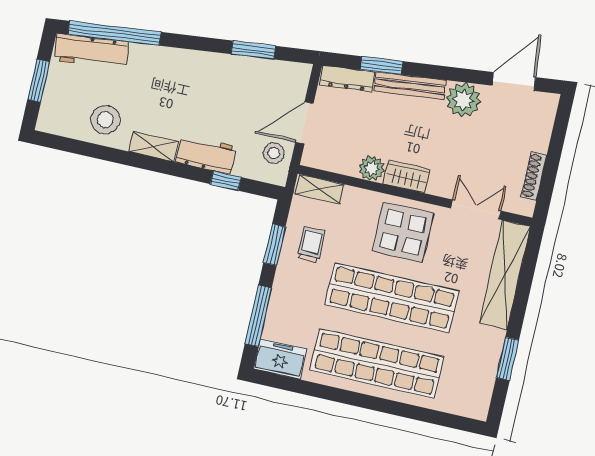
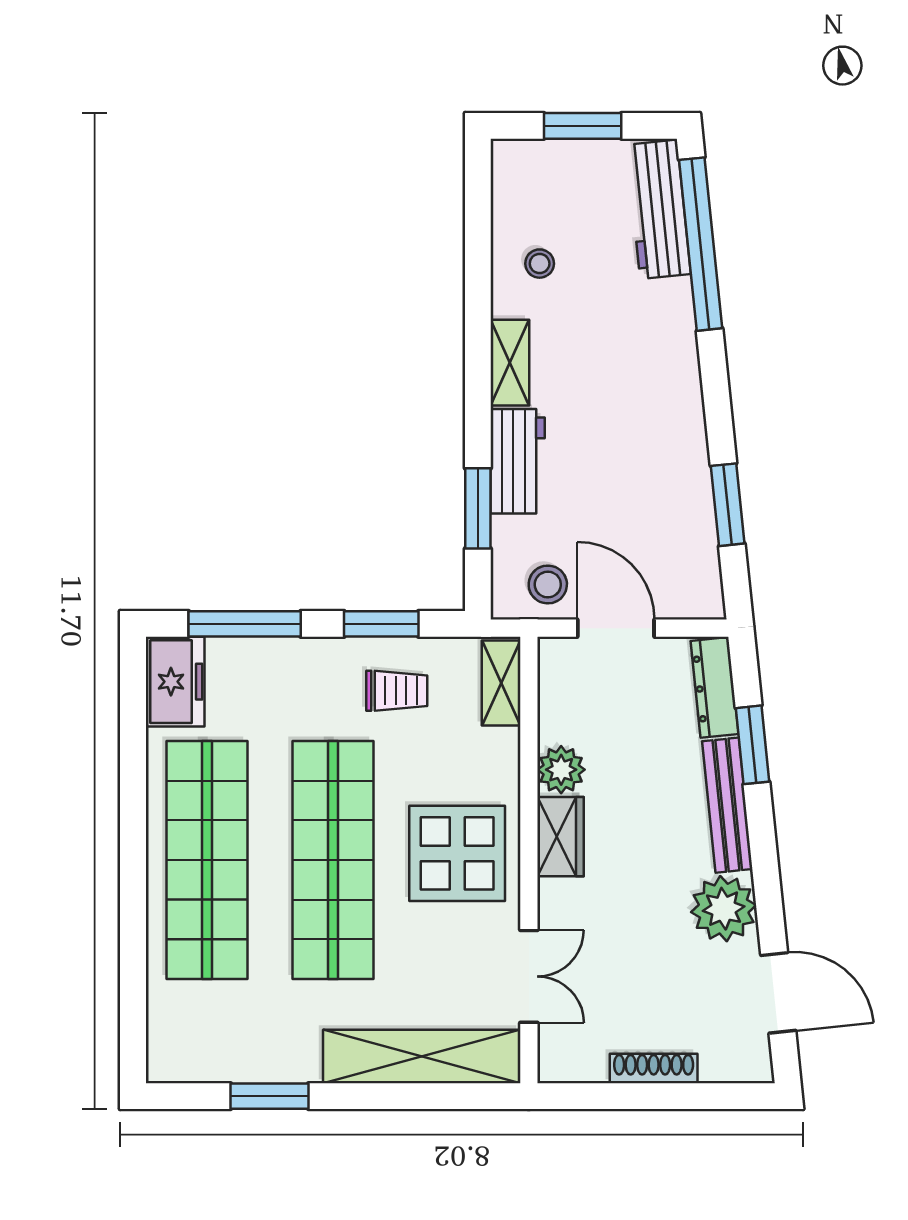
stool: (105, 119) -> (540, 264), width x0.53, depth x0.53
shoe rack: (534, 176) -> (654, 1069), moved
window: (226, 181) -> (478, 508), width x1.50

